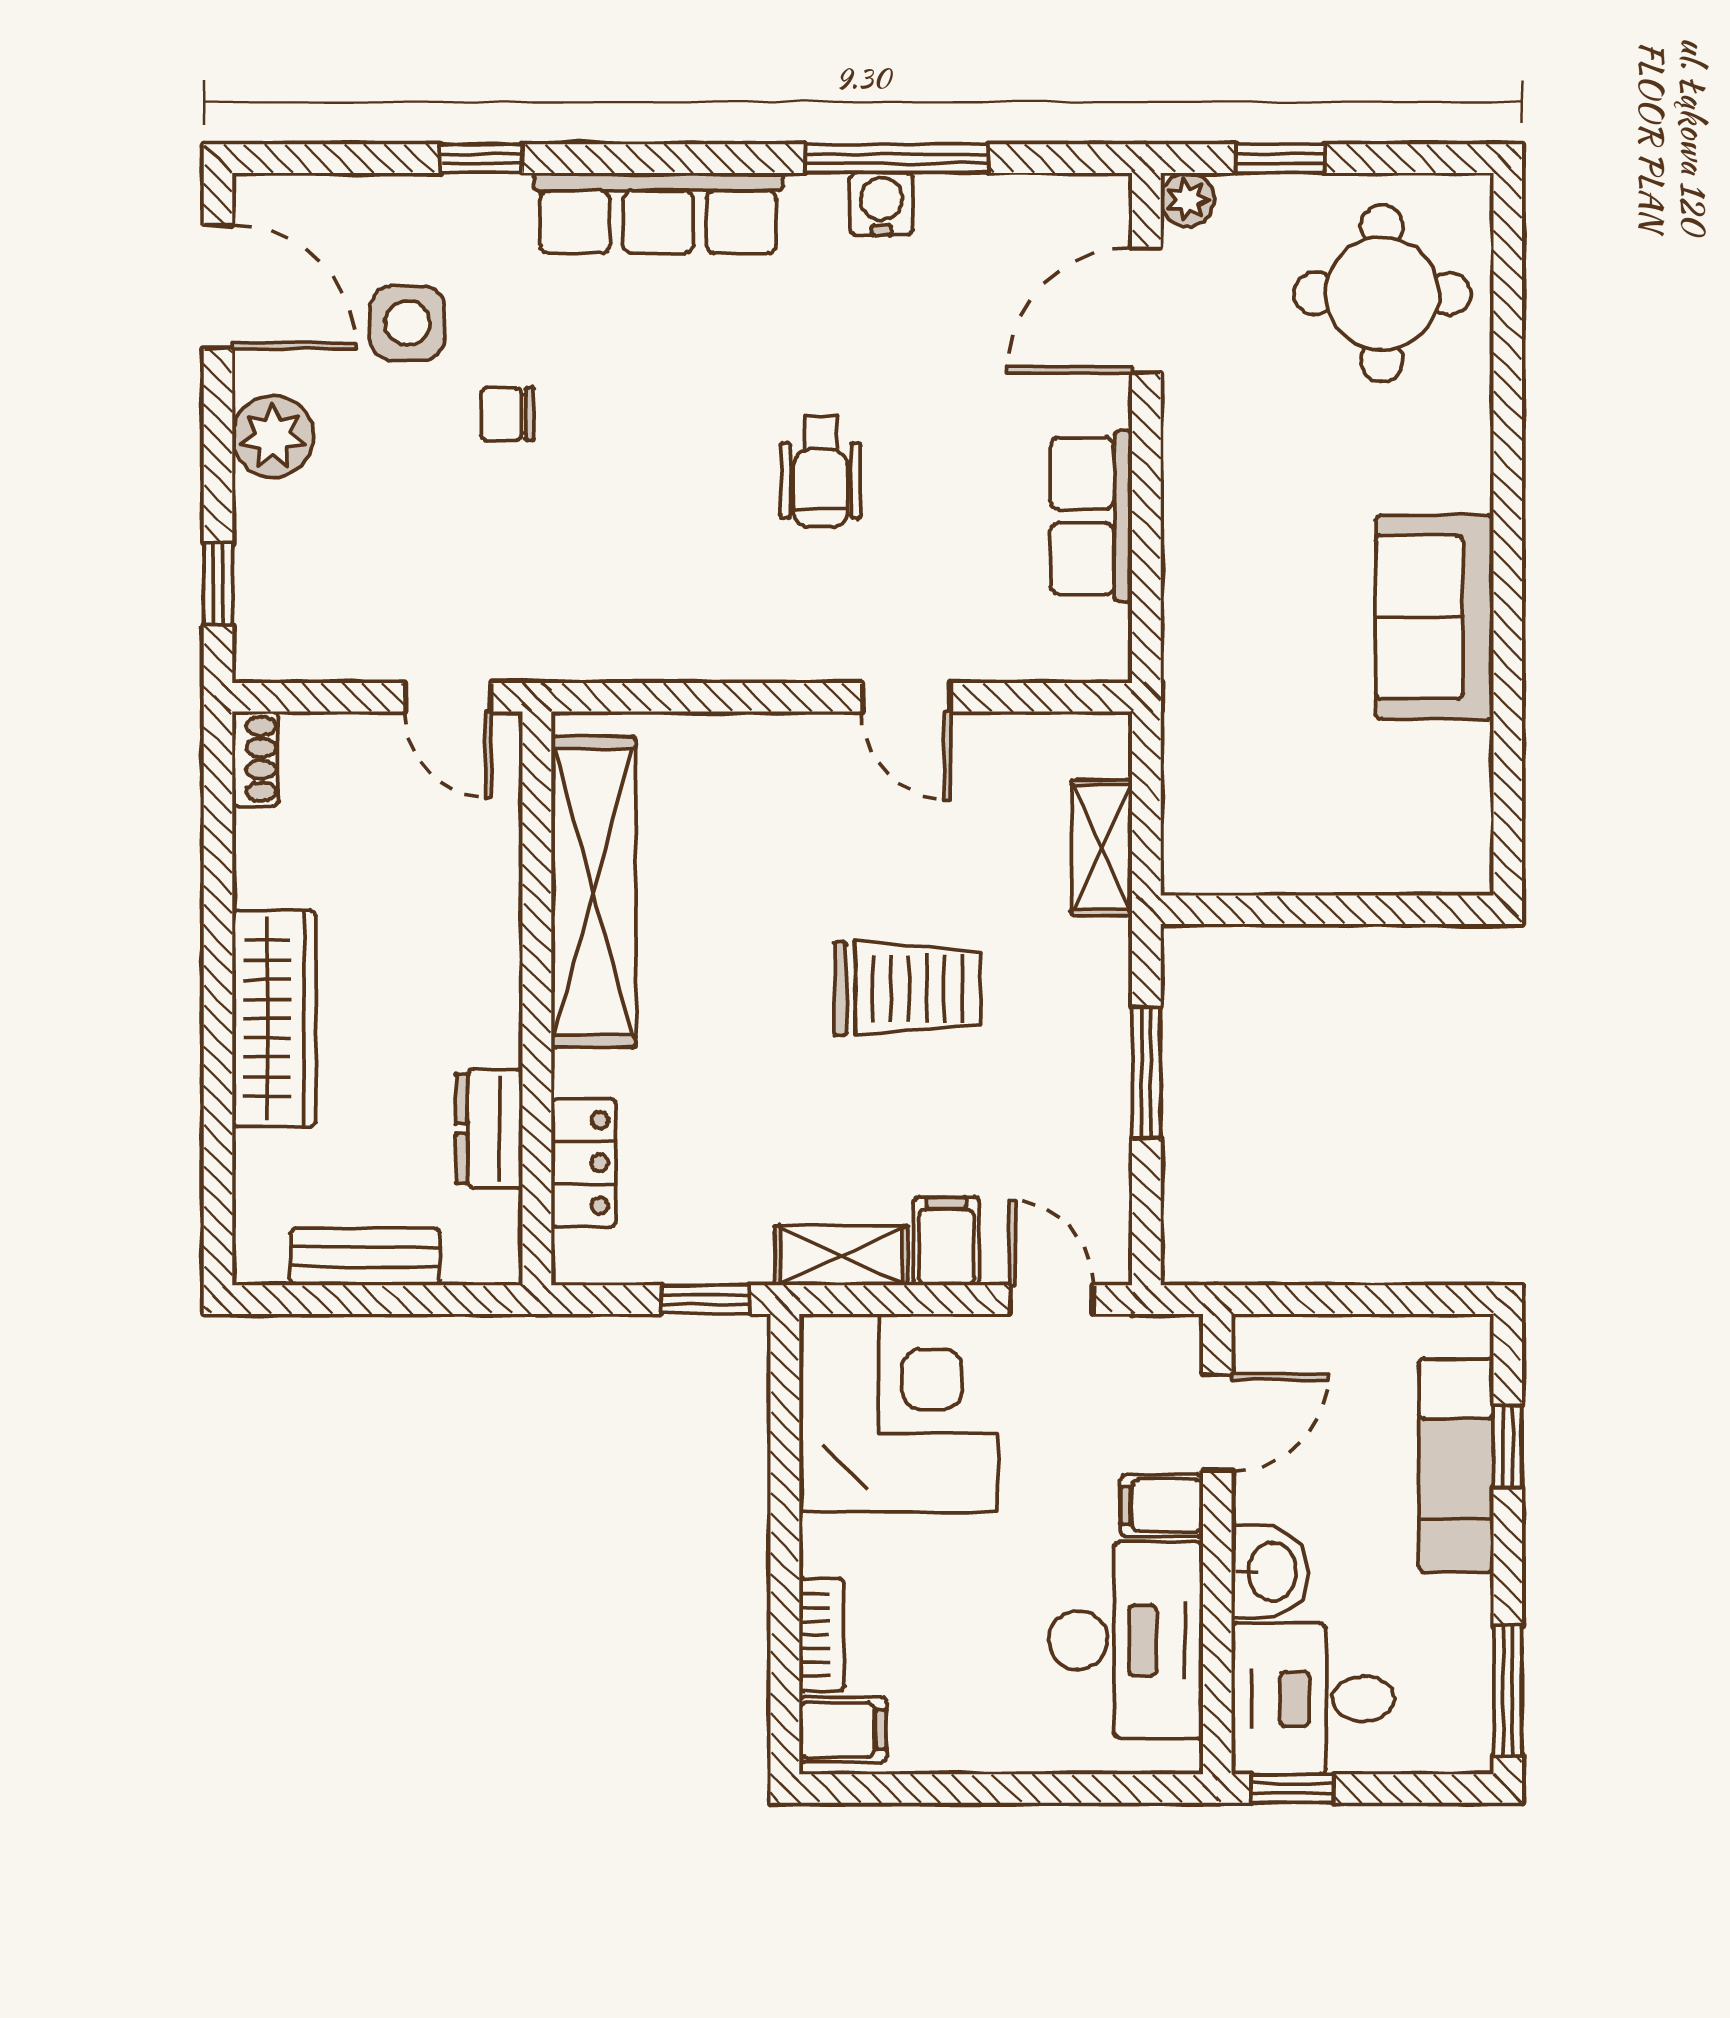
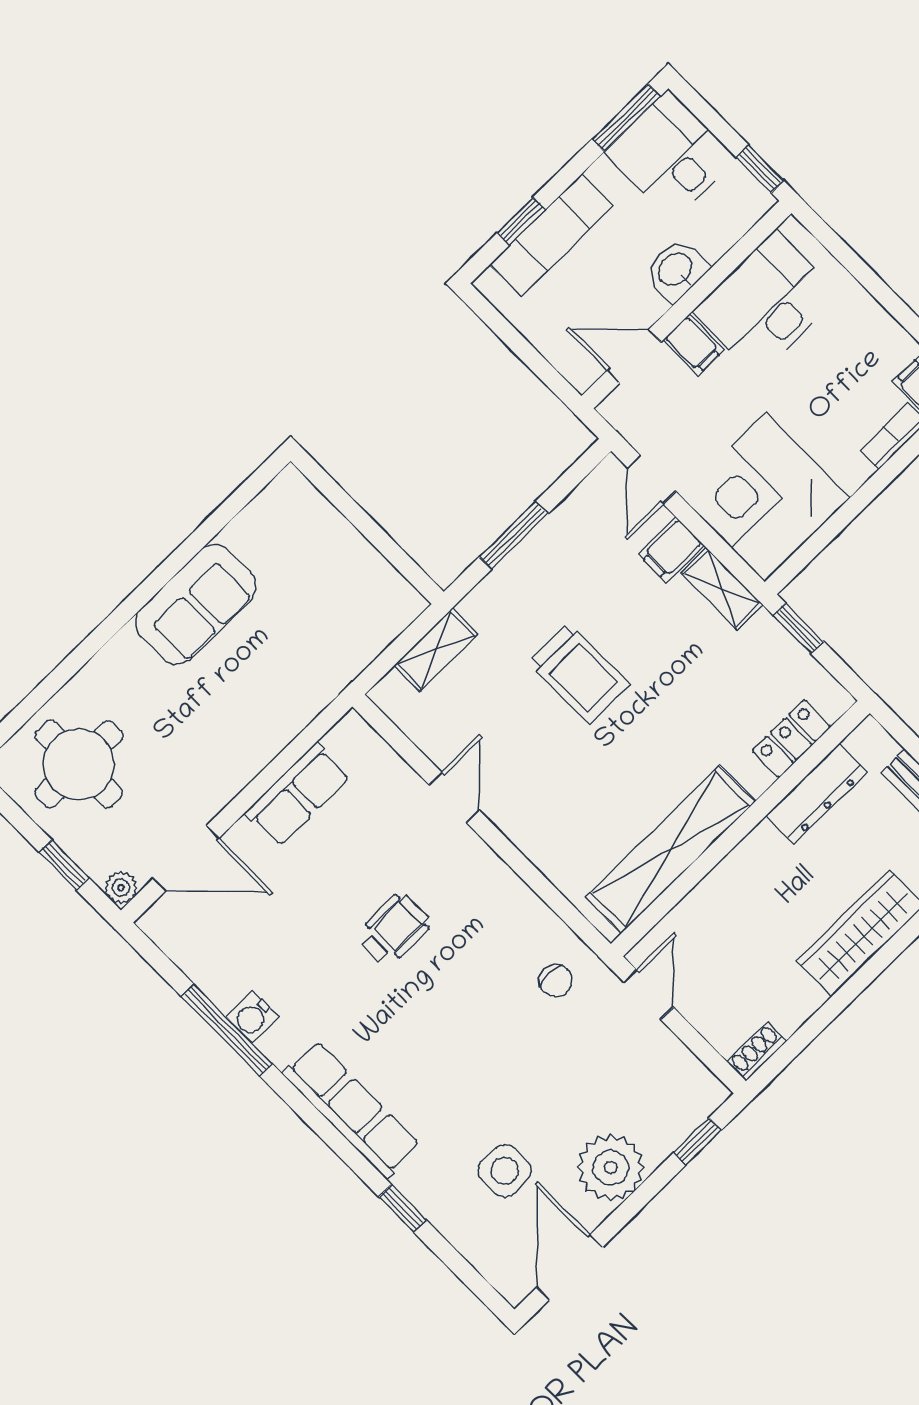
chair: (508, 414) -> (556, 980), moved
plant: (273, 437) -> (611, 1168), width x1.36, depth x1.36
trolley: (907, 989) -> (579, 673), turned 180
dresser: (489, 1129) -> (816, 794), width x1.44
desk: (1313, 1699) -> (670, 155), moved, turned 180

